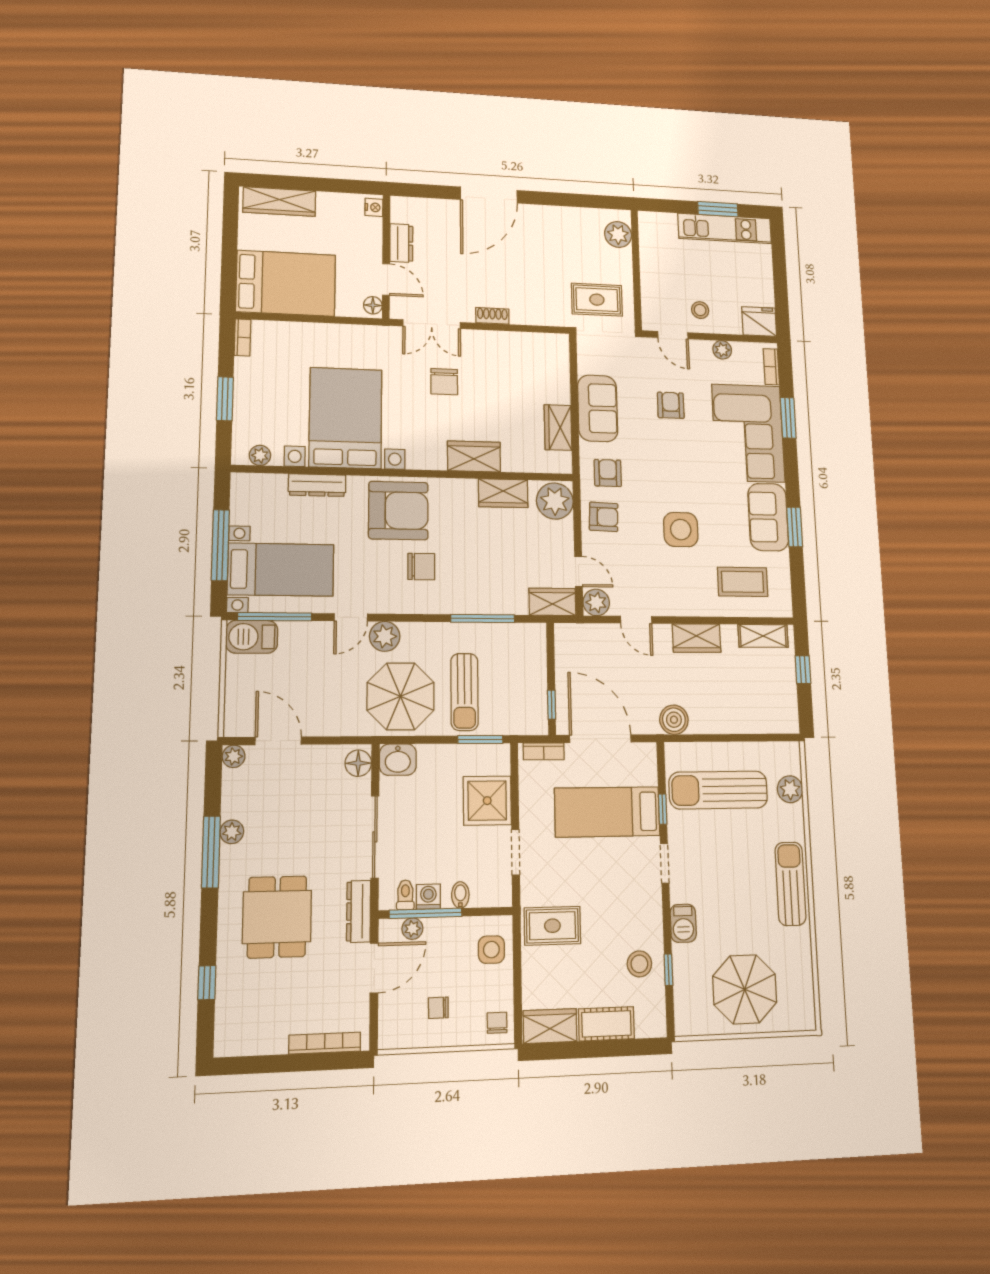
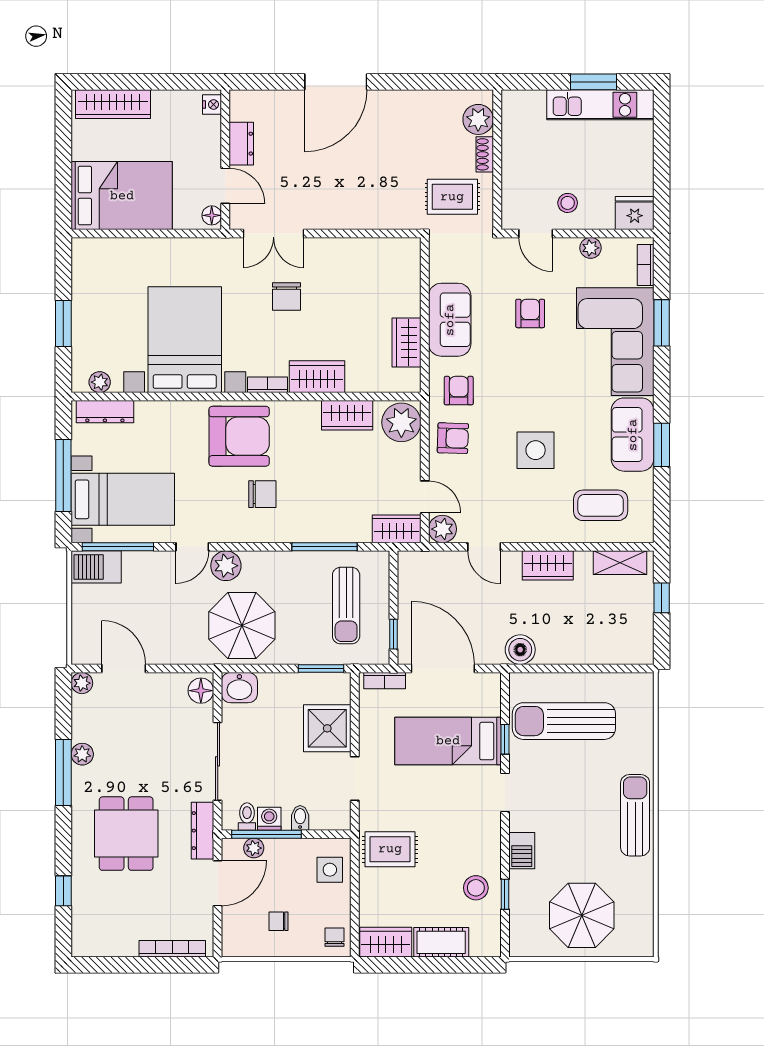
shoe rack: (492, 316) -> (485, 154), moved, turned -90
bookcase: (243, 337) -> (268, 385), moved, turned -90
dresser: (317, 485) -> (105, 412), moved
sun lounger: (464, 692) -> (346, 606), moved
plant: (790, 789) -> (640, 721), removed

